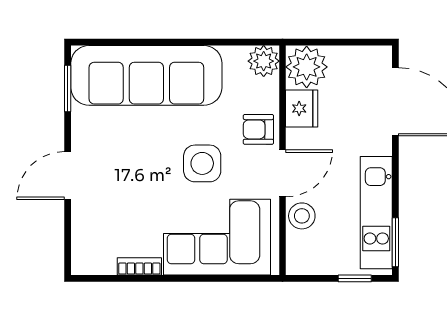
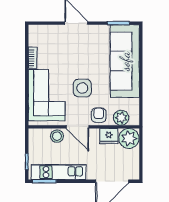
plant: (264, 61) -> (121, 118), moved

